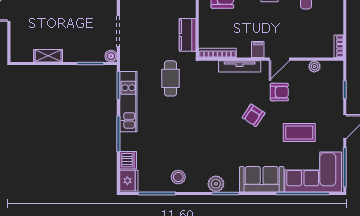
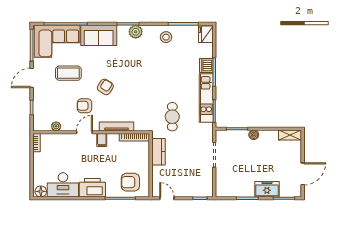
shelving: (48, 56) -> (290, 135), moved
boiler: (111, 56) -> (254, 135), moved
dishwasher: (128, 160) -> (206, 65), moved

